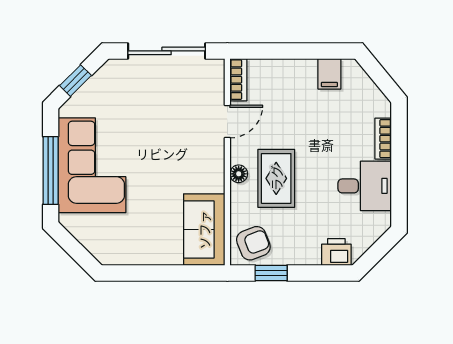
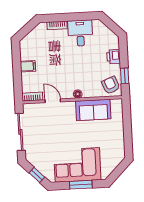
filing cabinet: (329, 74) -> (28, 66), moved
window: (51, 171) -> (81, 185), width x0.69
rug: (276, 178) -> (79, 76), removed
sofa: (204, 230) -> (93, 110), moved
printer: (336, 252) -> (114, 57), moved

